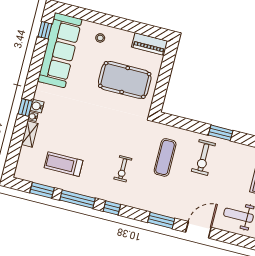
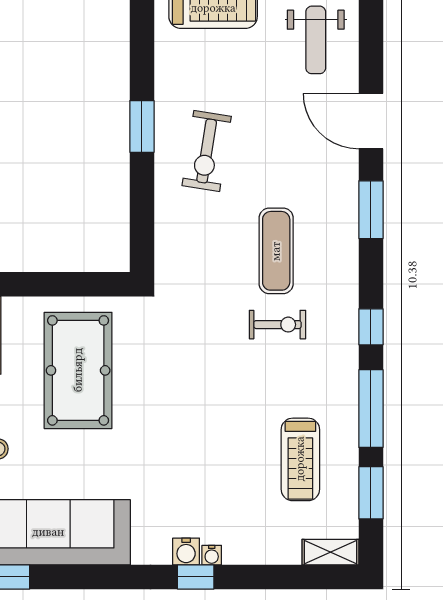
shelving: (30, 134) -> (330, 552), moved
exercise mat: (165, 157) -> (276, 251), moved, turned 90
exercise bike: (203, 157) -> (207, 151), turned 99

